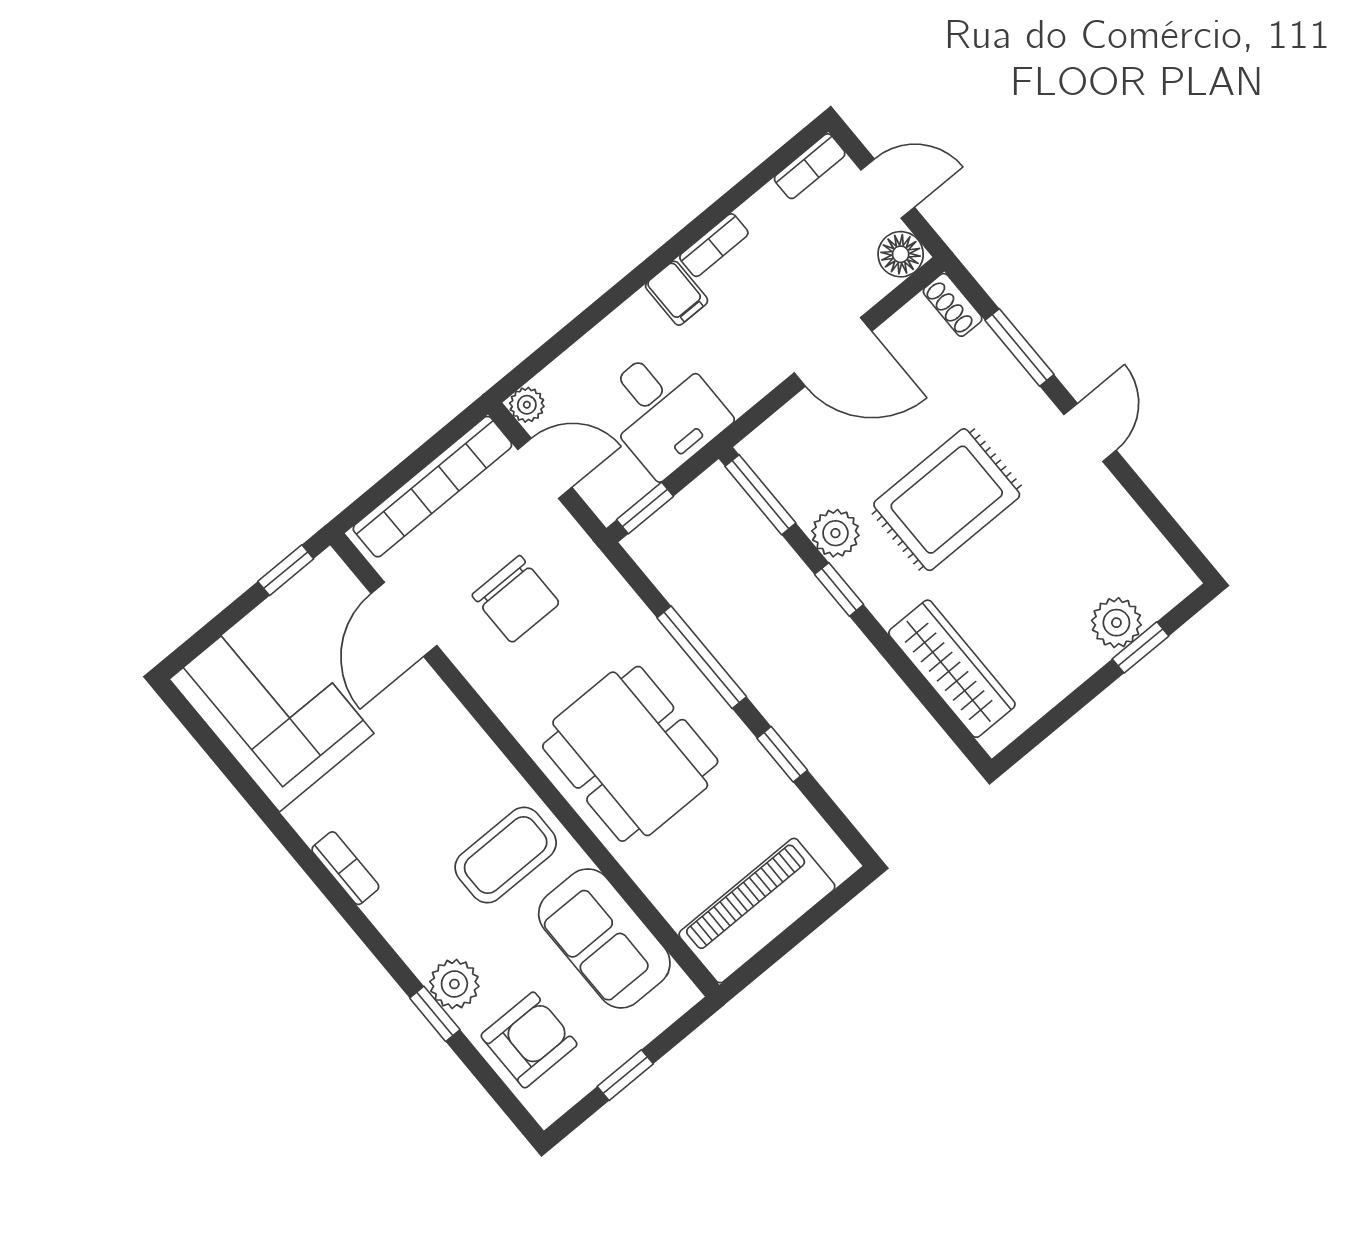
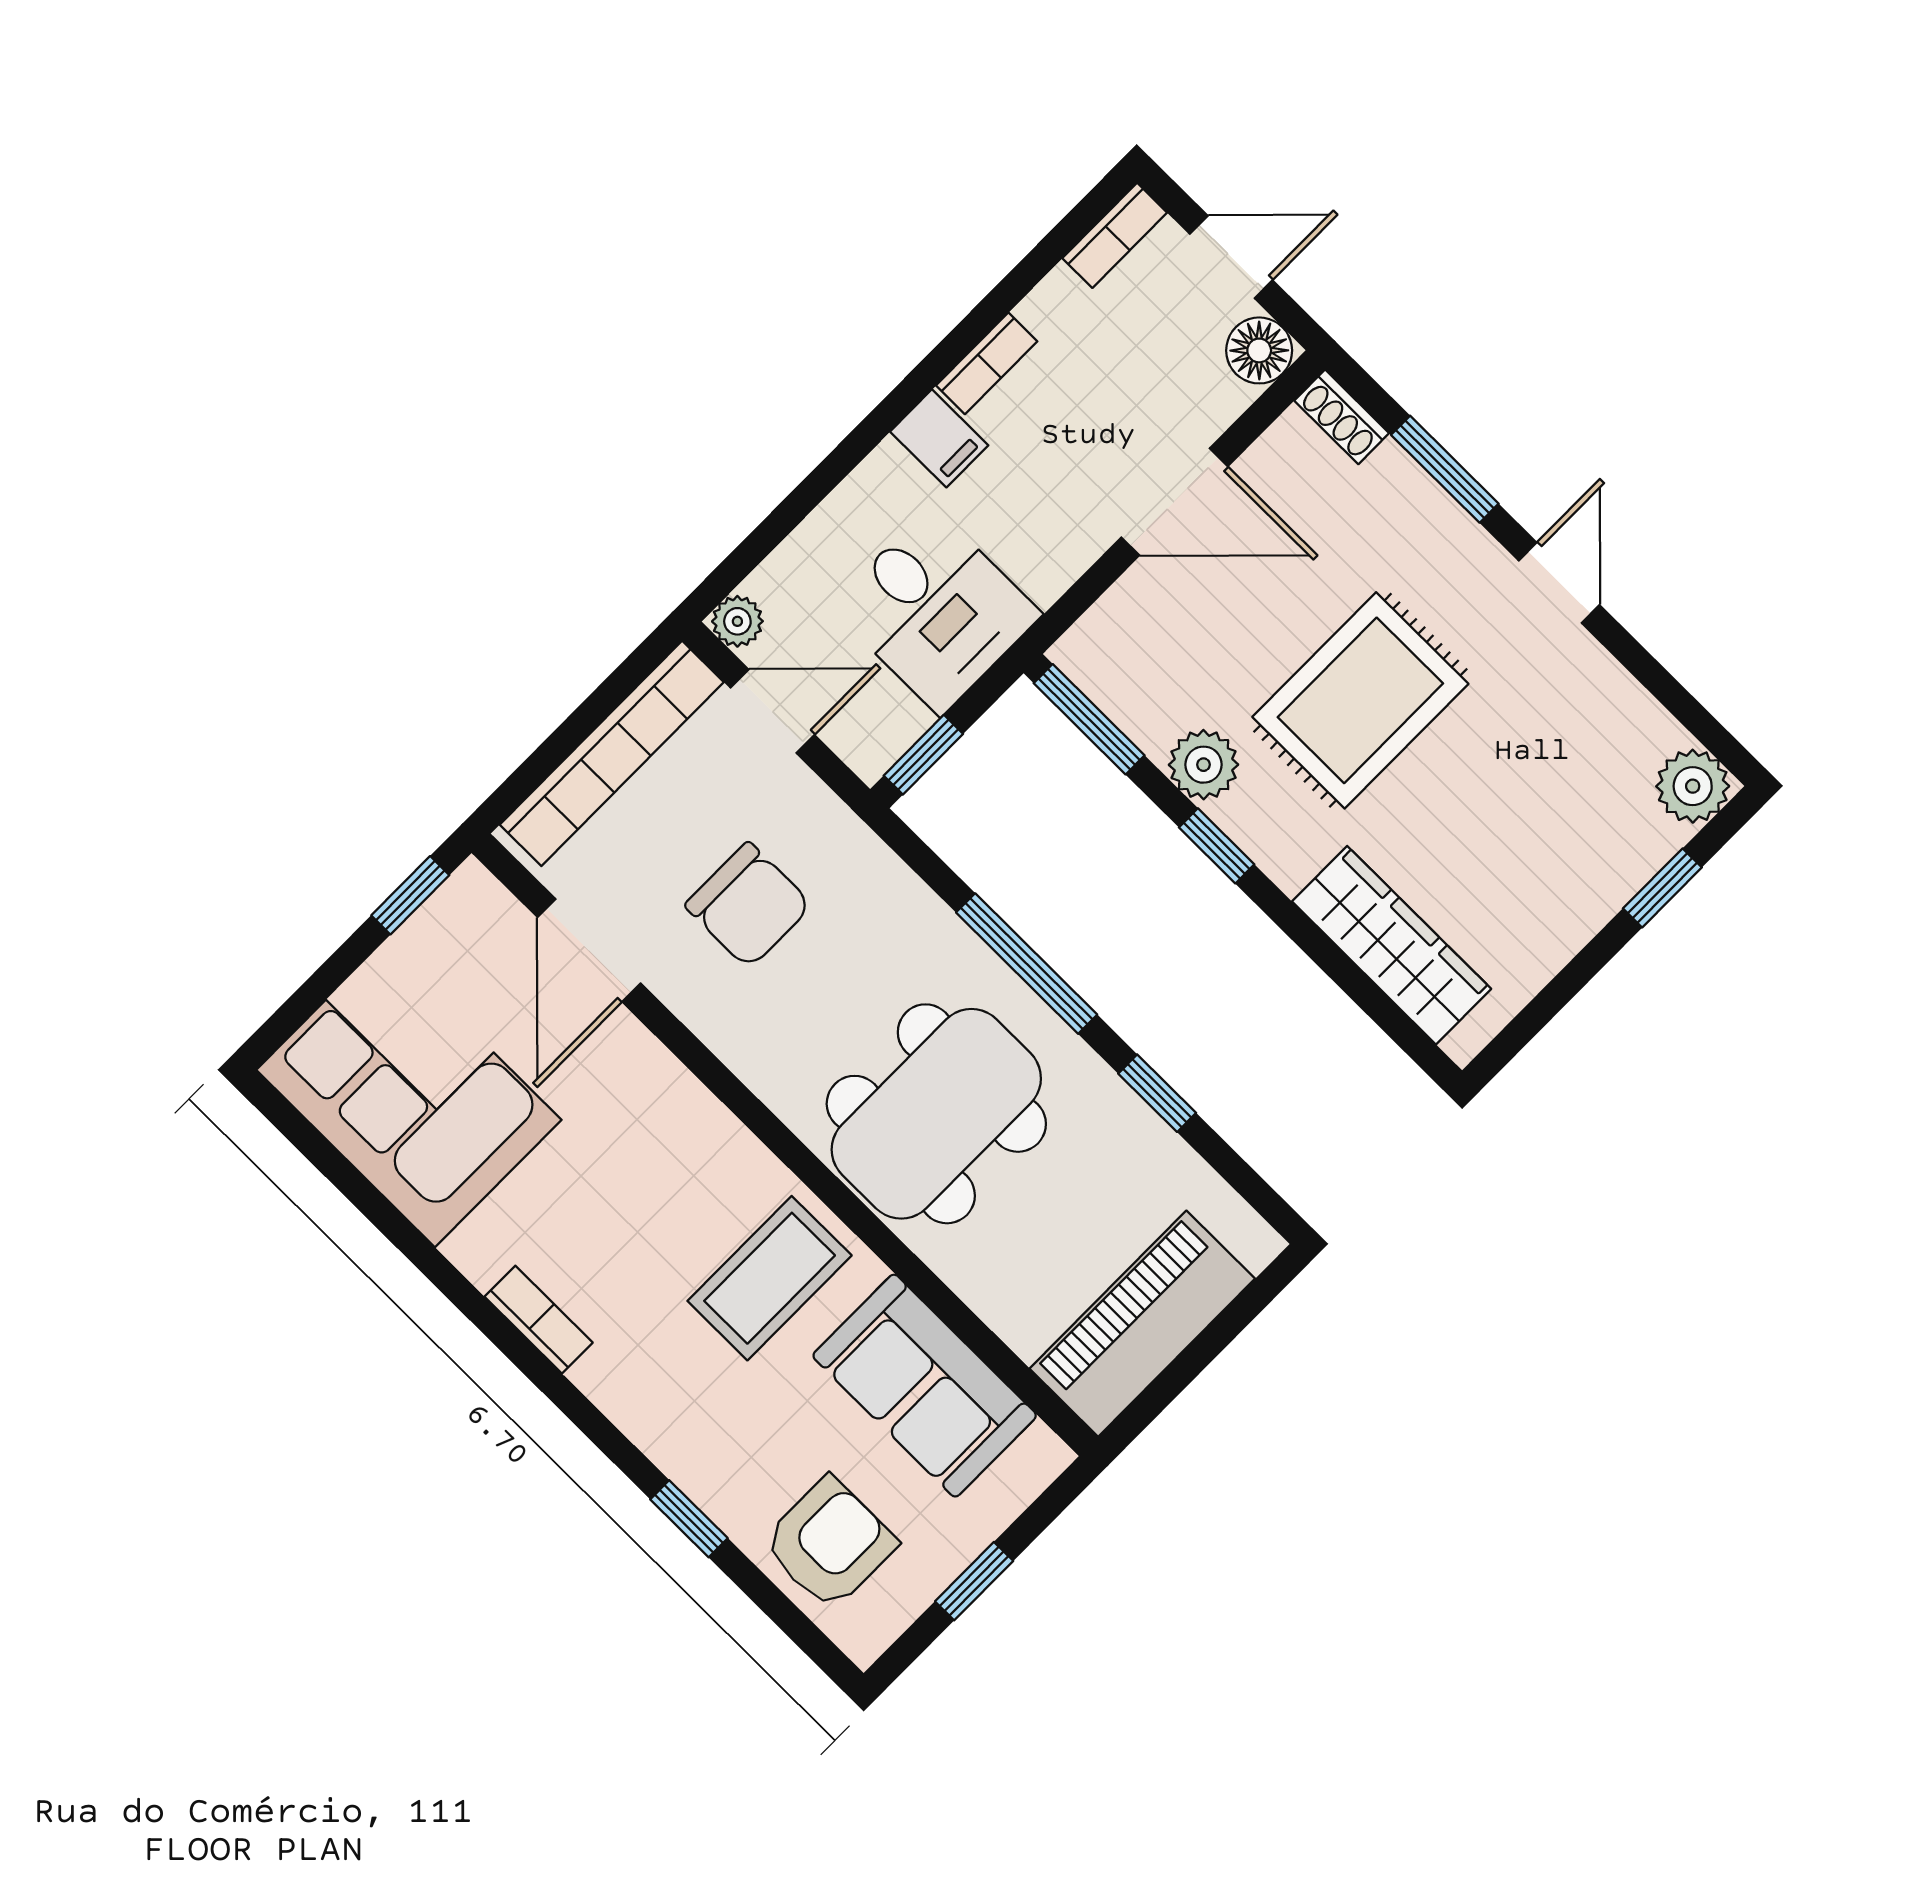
plant: (1116, 623) -> (1693, 786), moved
dining table: (630, 754) -> (936, 1114), turned 90
plant: (454, 984) -> (713, 1473), removed

